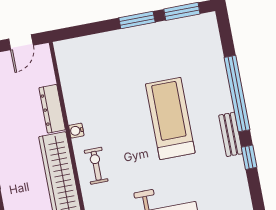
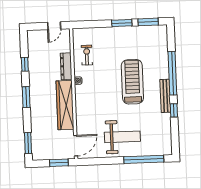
bench: (231, 134) -> (165, 96), width x1.36
exercise bike: (96, 166) -> (87, 55), moved

